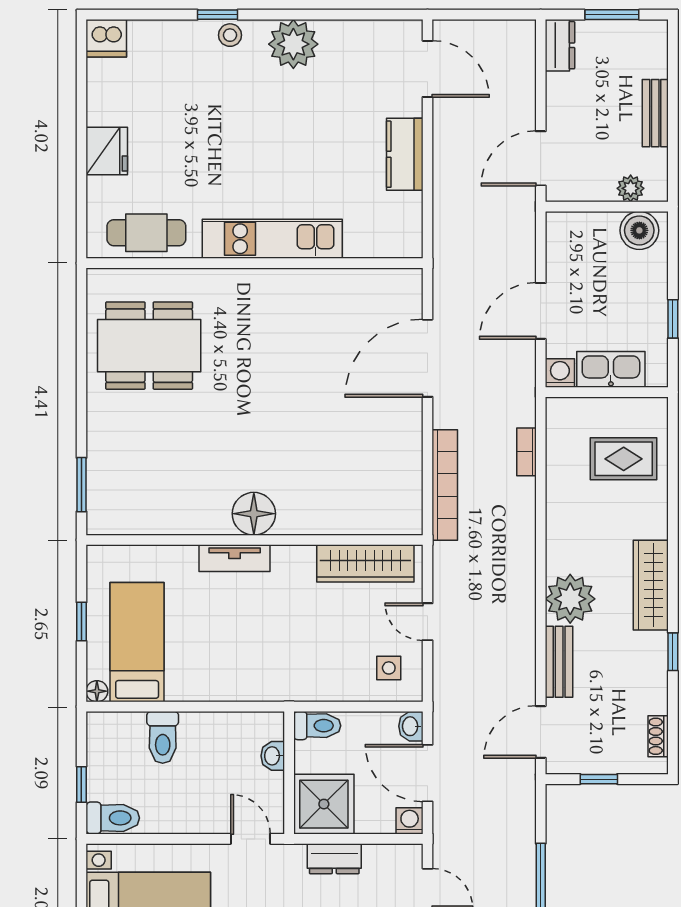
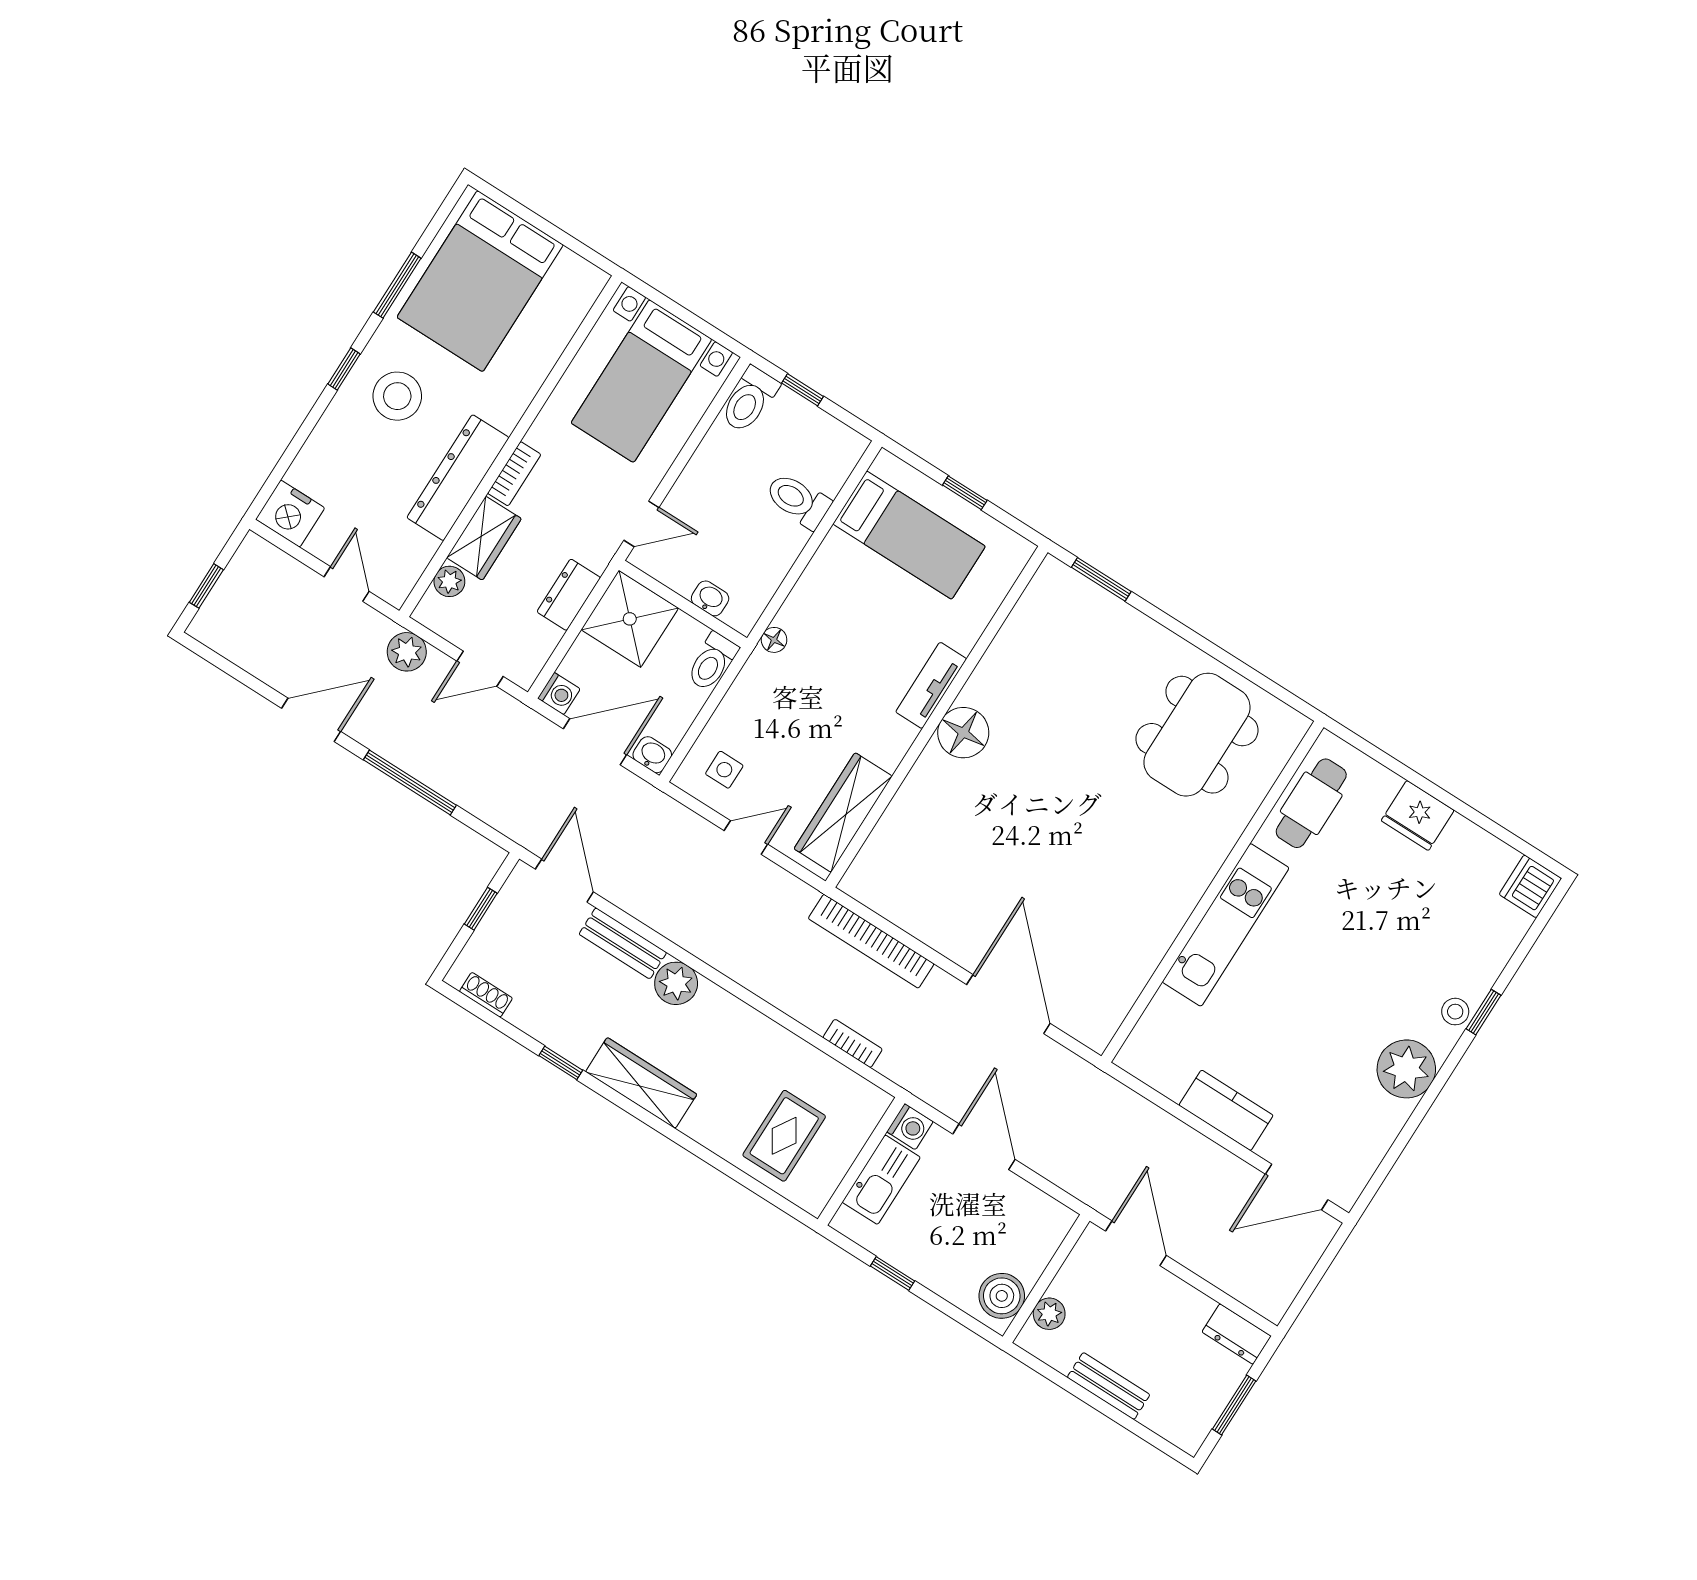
plant: (570, 599) -> (676, 983), width x0.73, depth x0.73
floor lamp: (97, 691) -> (774, 640), moved

